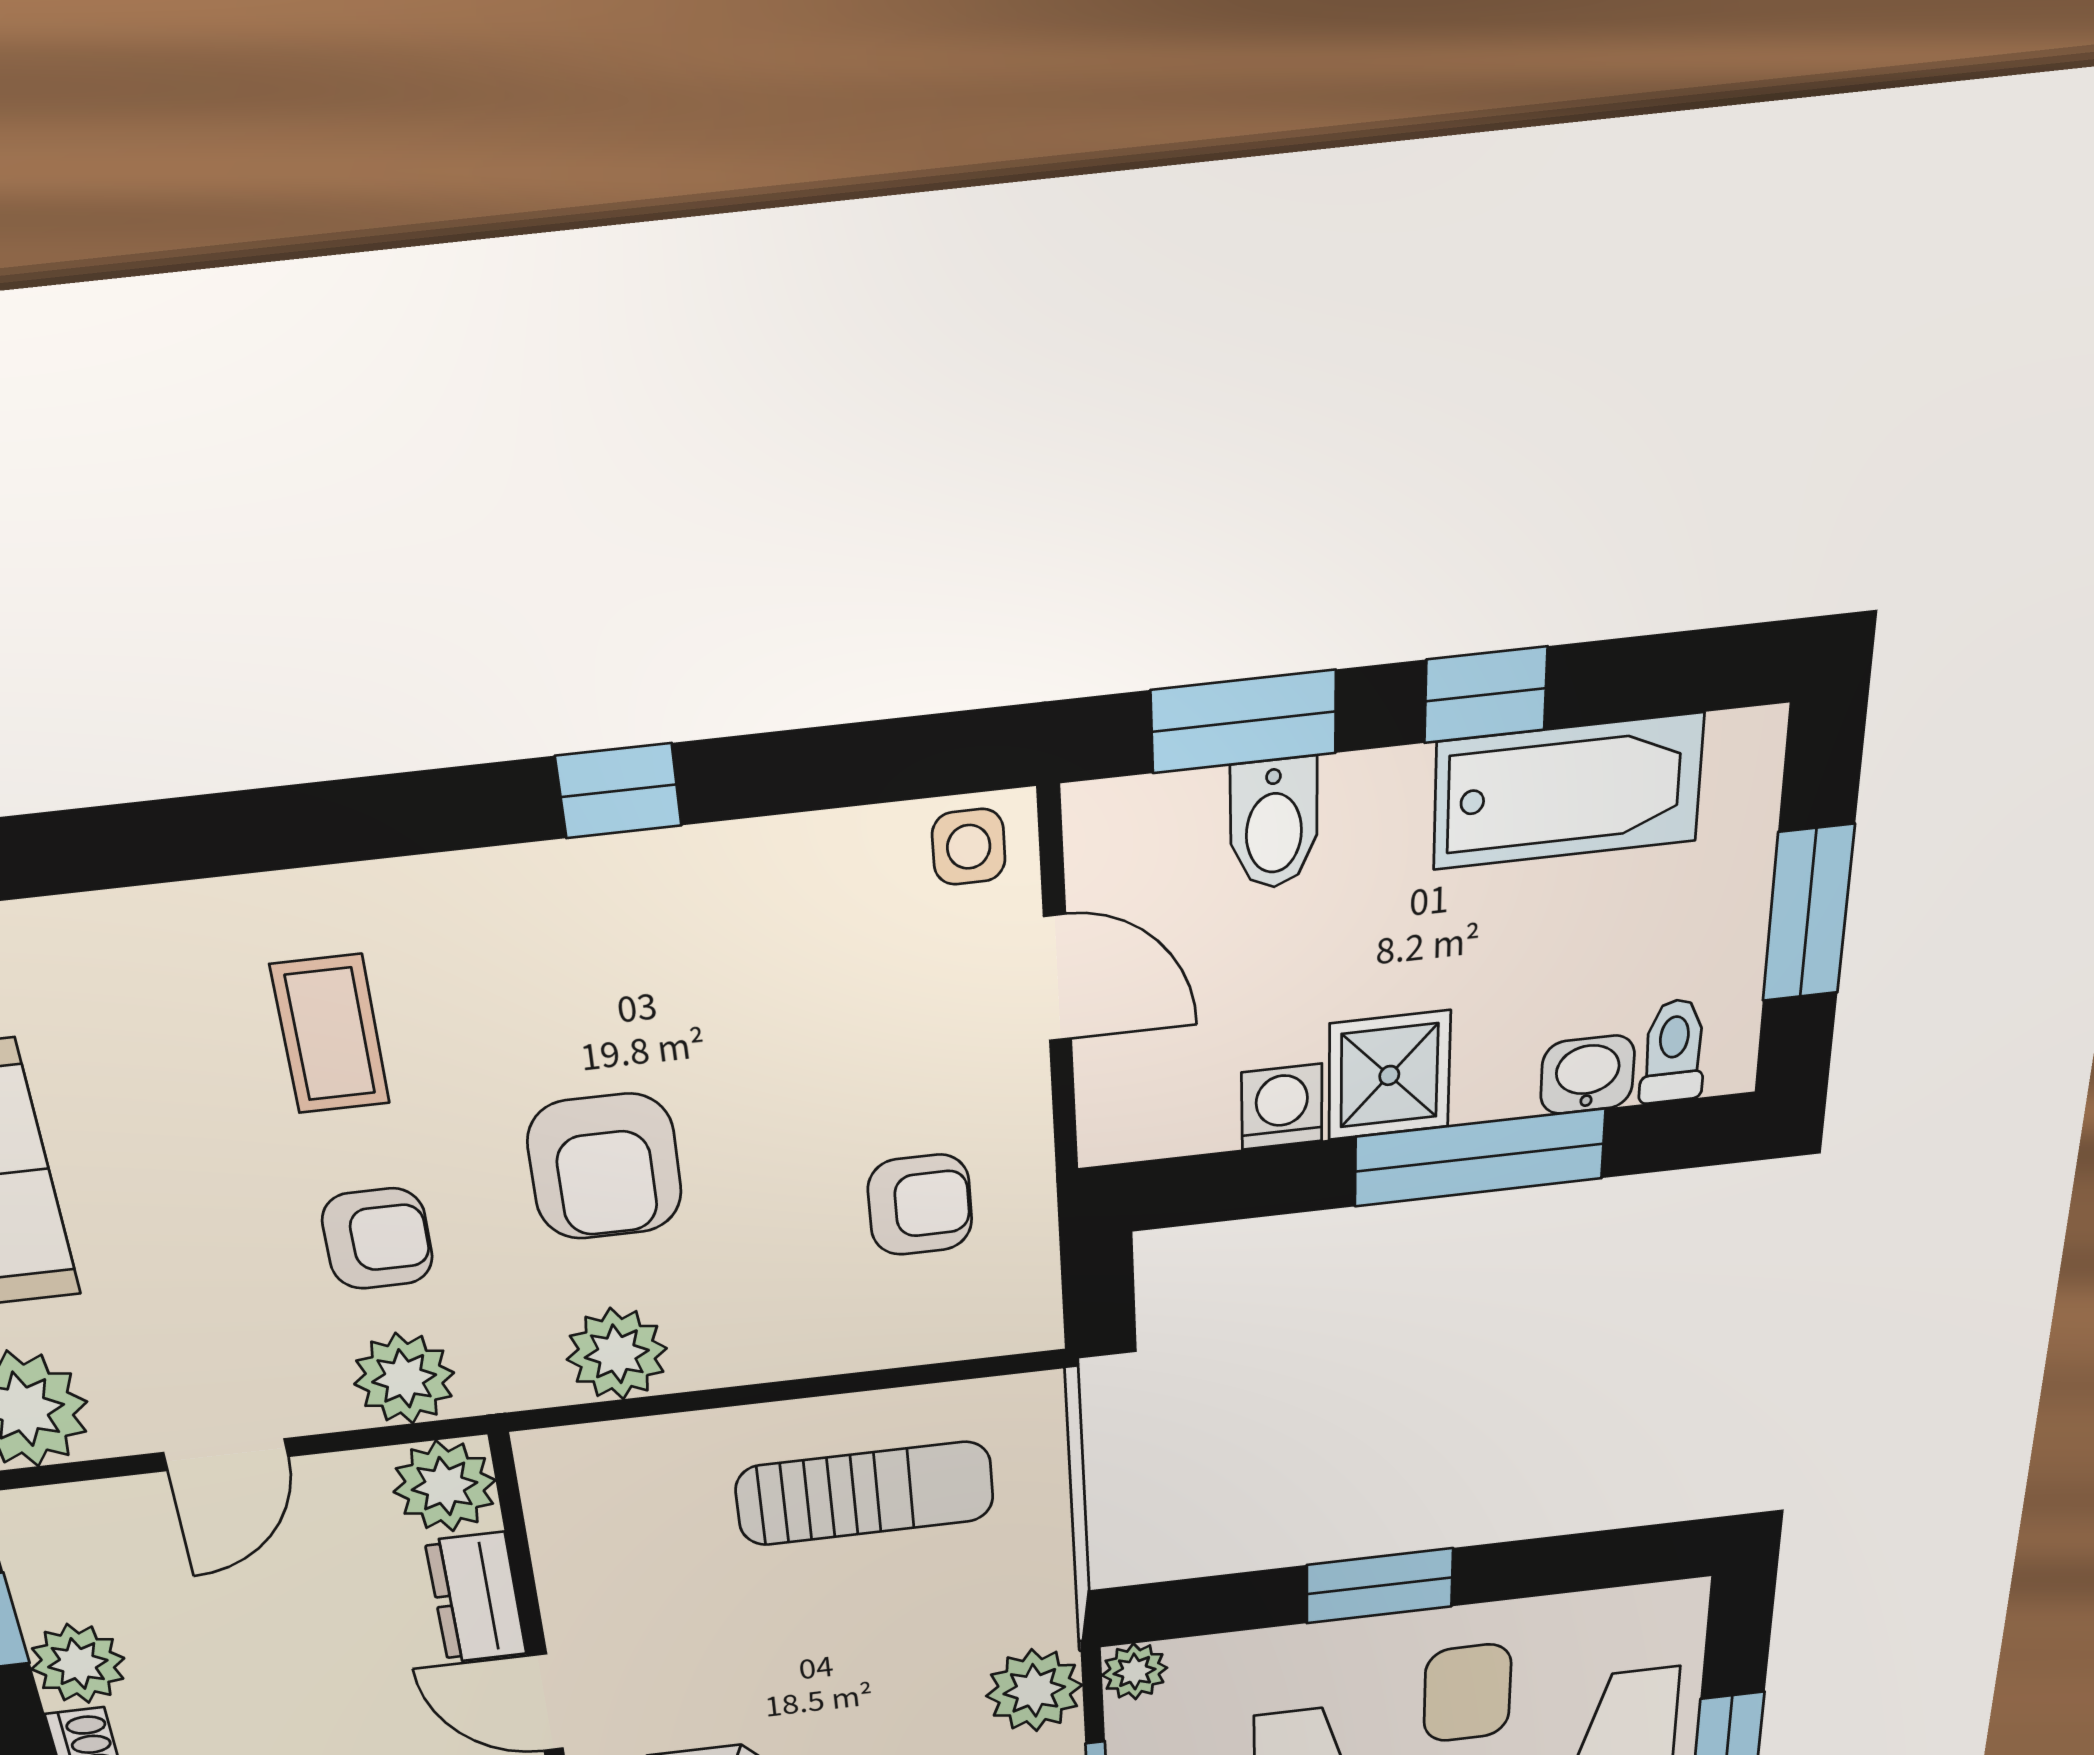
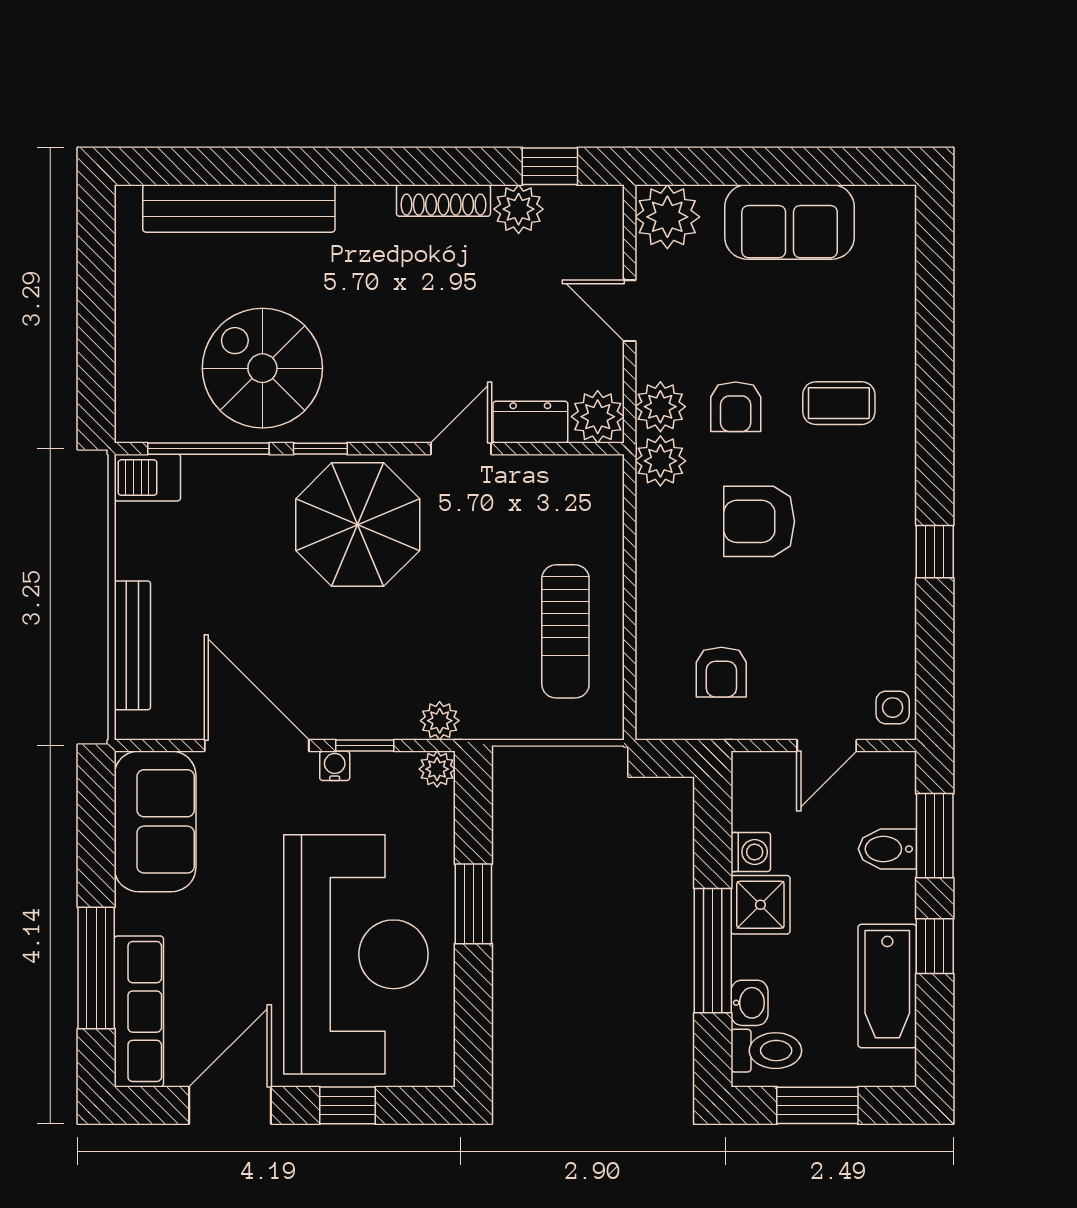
toilet: (1673, 1051) -> (766, 1051), width x1.37, depth x1.39
plant: (617, 1354) -> (660, 461), moved
plant: (1034, 1690) -> (440, 721), width x0.73, depth x0.73

